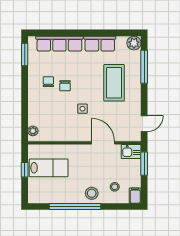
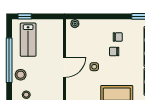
door: (103, 143) -> (64, 67), moved
lab bench: (49, 168) -> (28, 40), moved
window: (25, 170) -> (25, 16), moved

